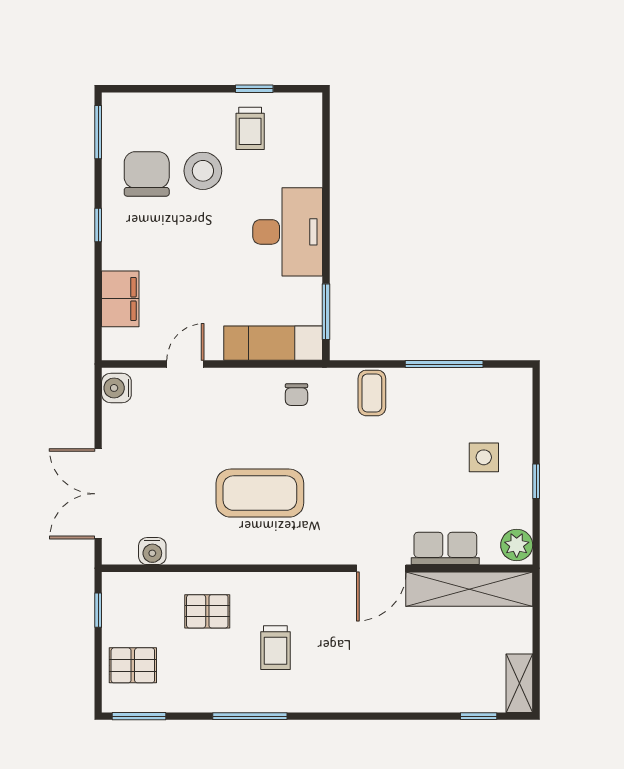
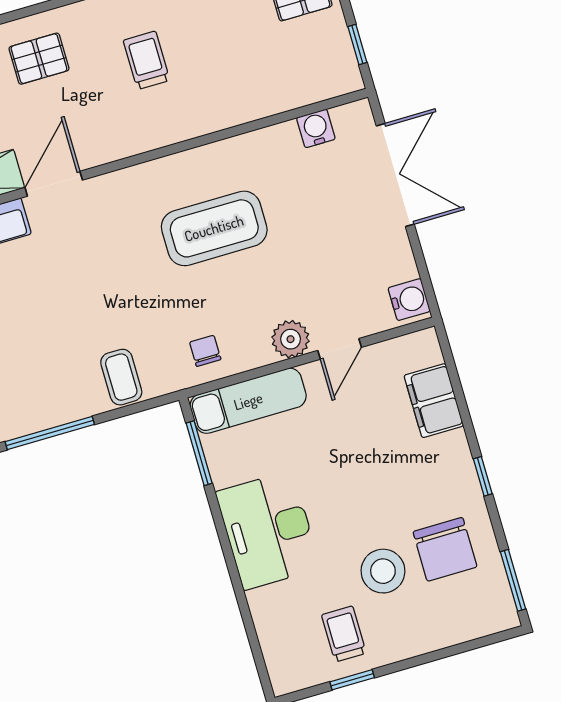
plant: (224, 384) -> (291, 339), added
pallet: (207, 611) -> (39, 59), moved

